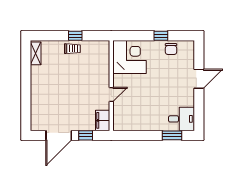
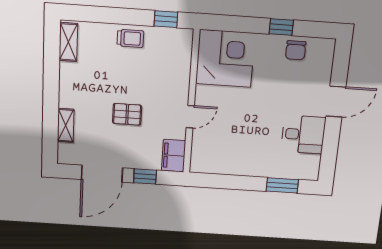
window: (75, 36) -> (166, 19), moved
pallet: (73, 96) -> (127, 114), added
shelving: (35, 105) -> (66, 125), added
desk: (181, 119) -> (303, 134), moved

